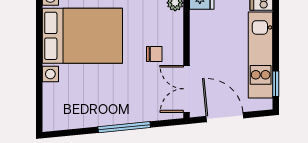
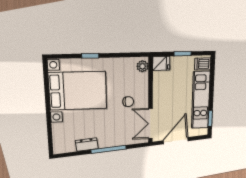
door: (225, 117) -> (176, 141), hinge flipped
dresser: (92, 118) -> (87, 145), added

